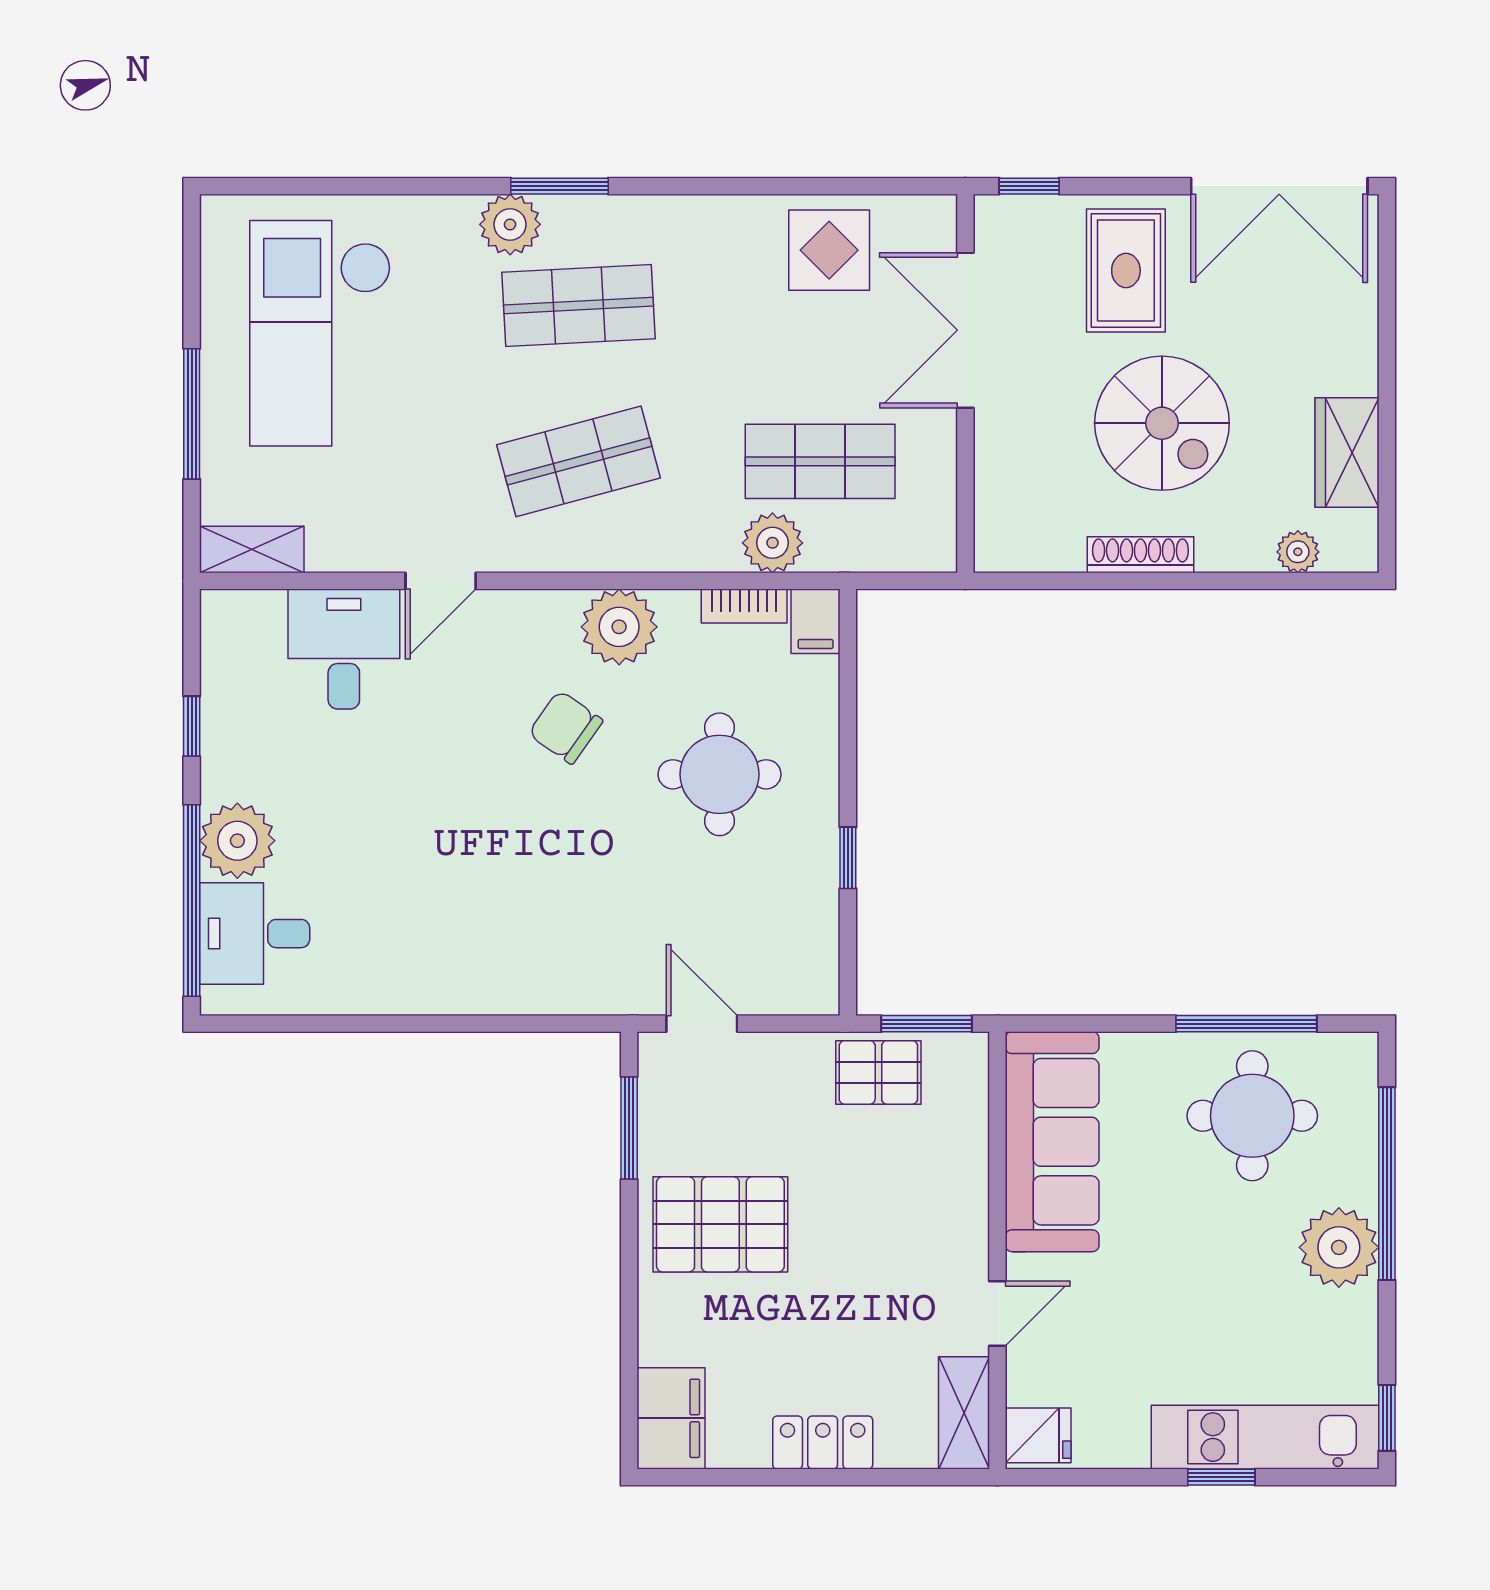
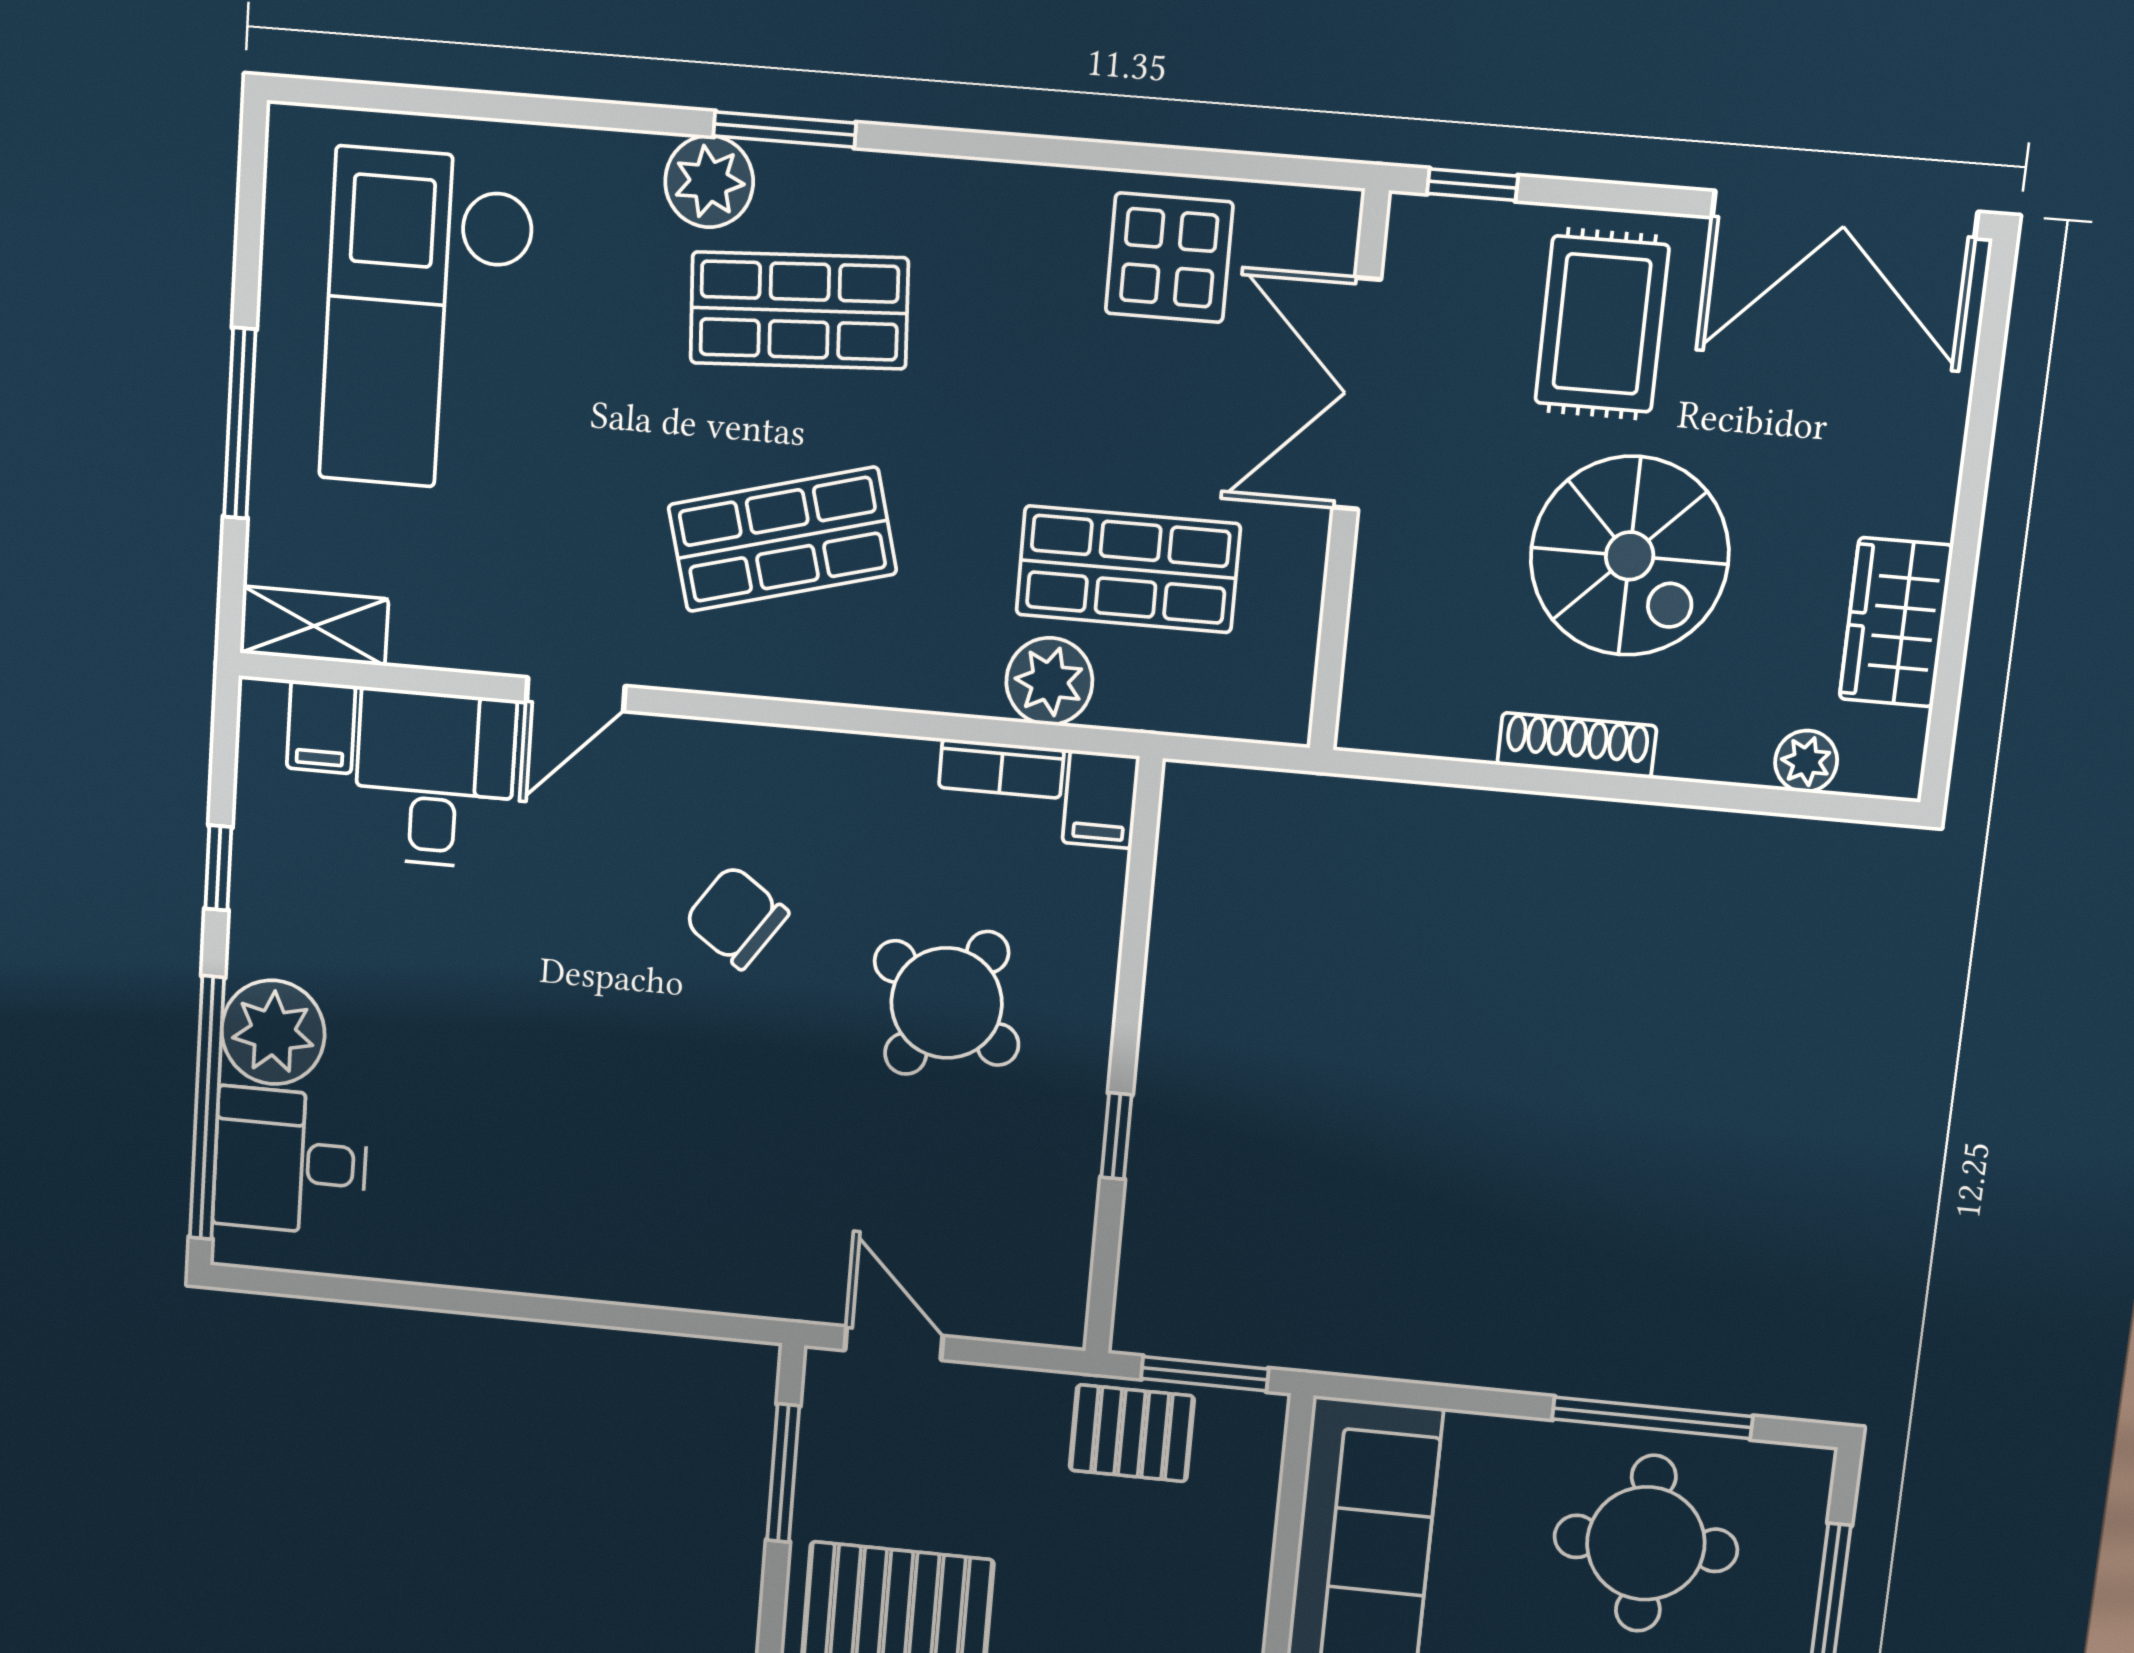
filing cabinet: (261, 620) -> (321, 727), added
plant: (619, 627) -> (822, 782), removed
round table: (719, 774) -> (947, 1003), turned 34

